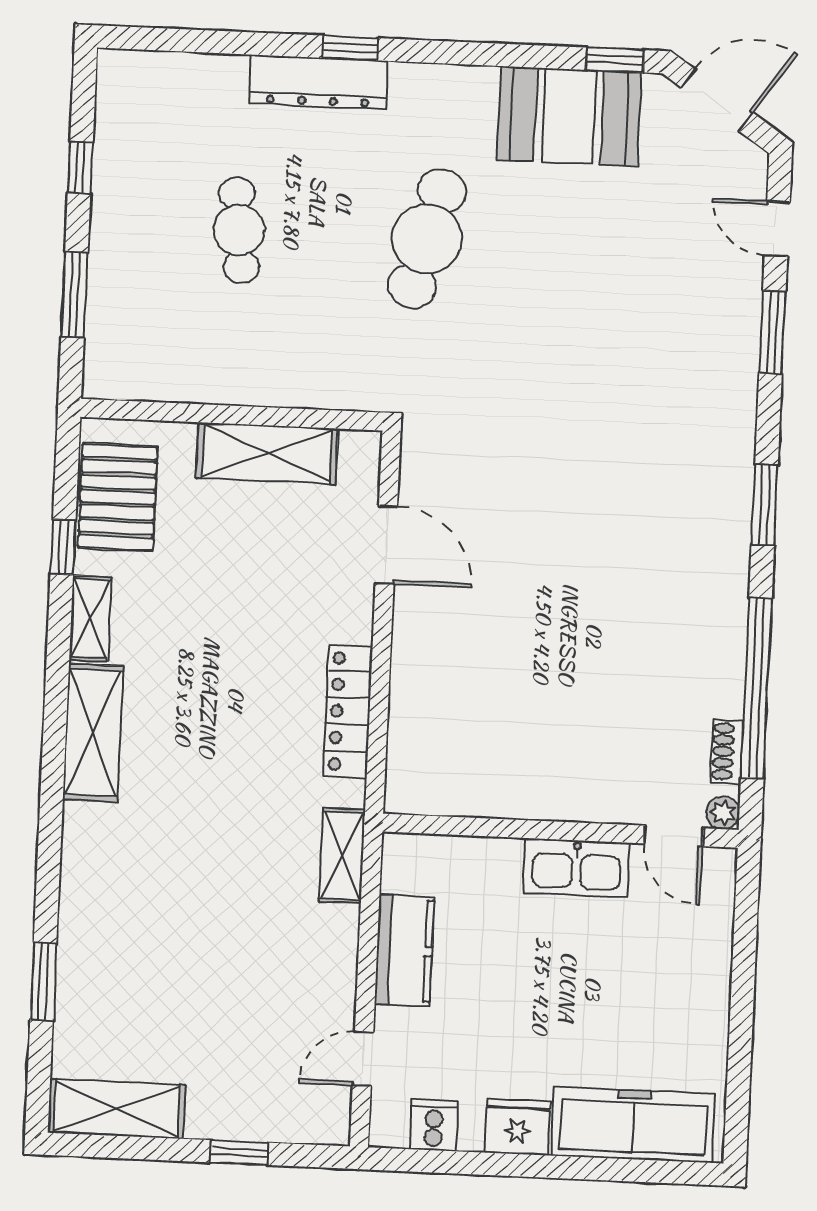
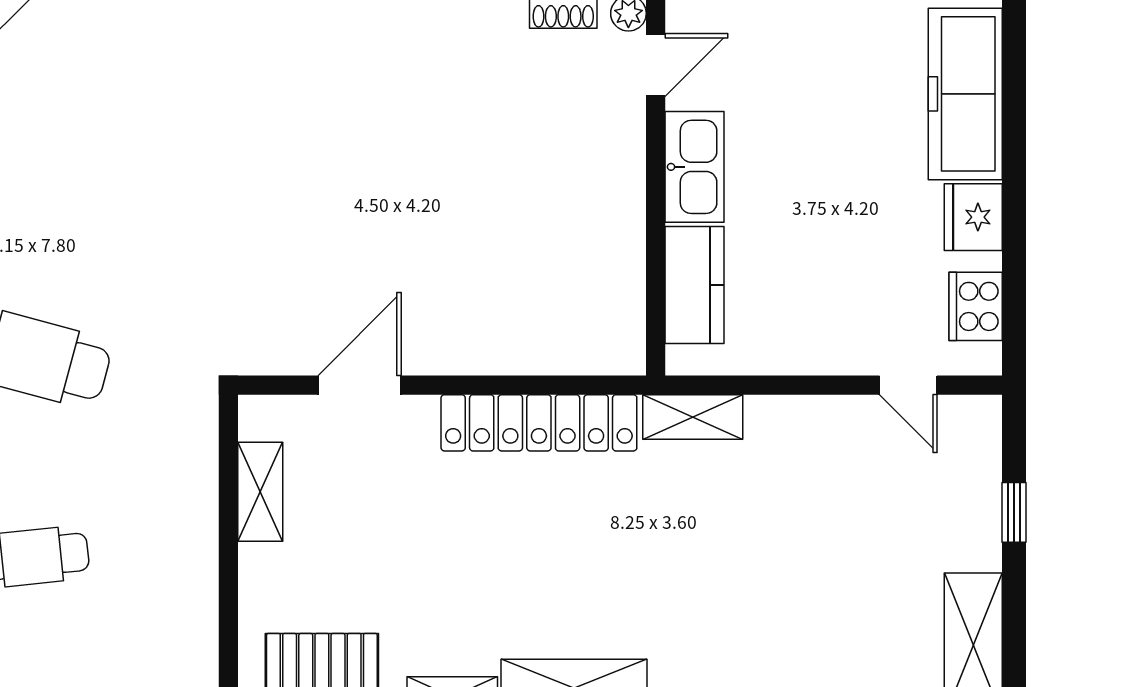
shelving: (267, 453) -> (260, 492), width x0.67, depth x0.75
locker: (348, 711) -> (539, 423), width x1.41, depth x1.21
kitchen counter: (404, 950) -> (694, 285), moved, turned 90
cooker: (434, 1125) -> (976, 306), width x1.36

